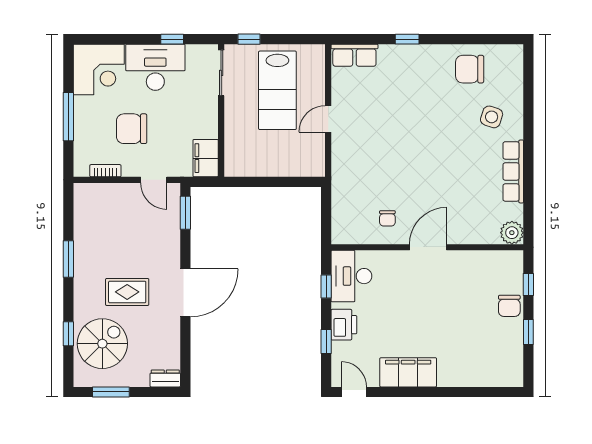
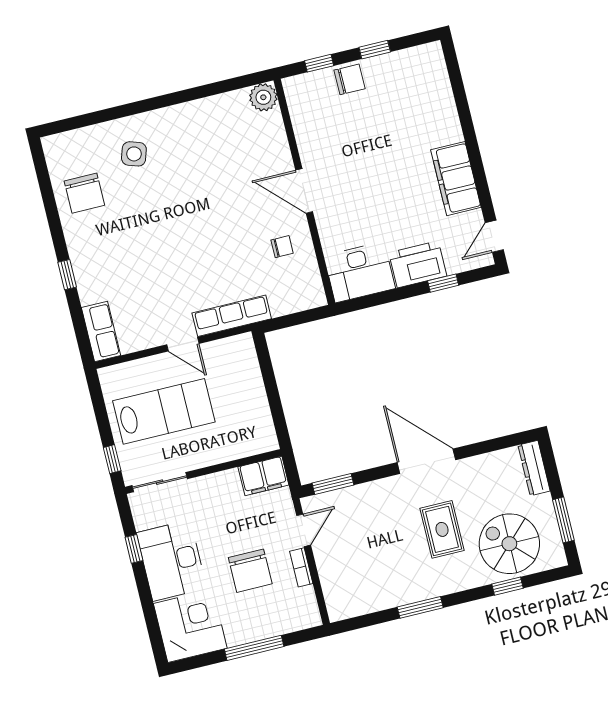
bookcase: (105, 171) -> (301, 567), moved
row of seats: (513, 171) -> (232, 316), moved, turned 180
window: (326, 287) -> (379, 299), removed
printer: (344, 325) -> (418, 264), width x1.37, depth x1.19
dresser: (165, 378) -> (534, 468), width x1.44

